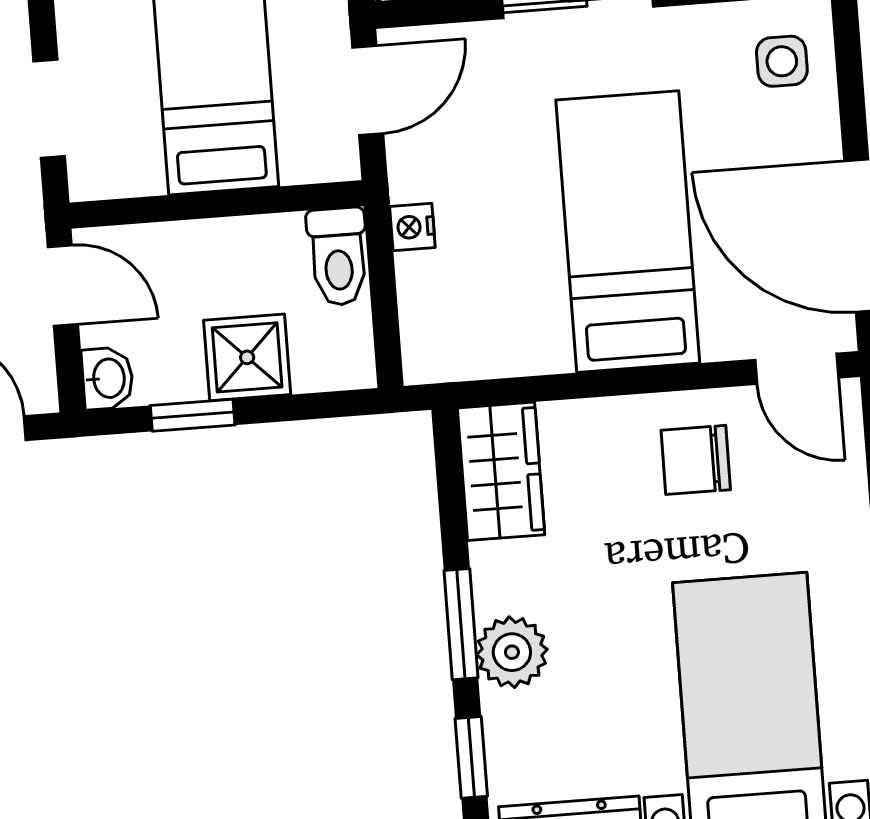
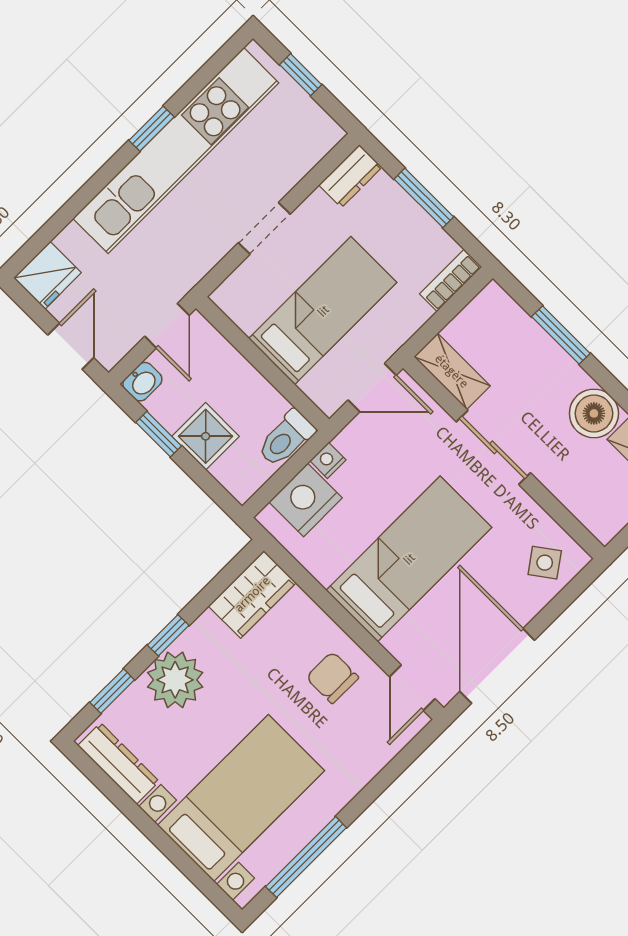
side table: (782, 61) -> (545, 563), turned -36
doorway: (49, 109) -> (264, 228), moved
nightstand: (439, 299) -> (306, 500), added
window: (461, 624) -> (168, 635), width x0.67
plant: (512, 652) -> (175, 680), width x1.36, depth x1.36

